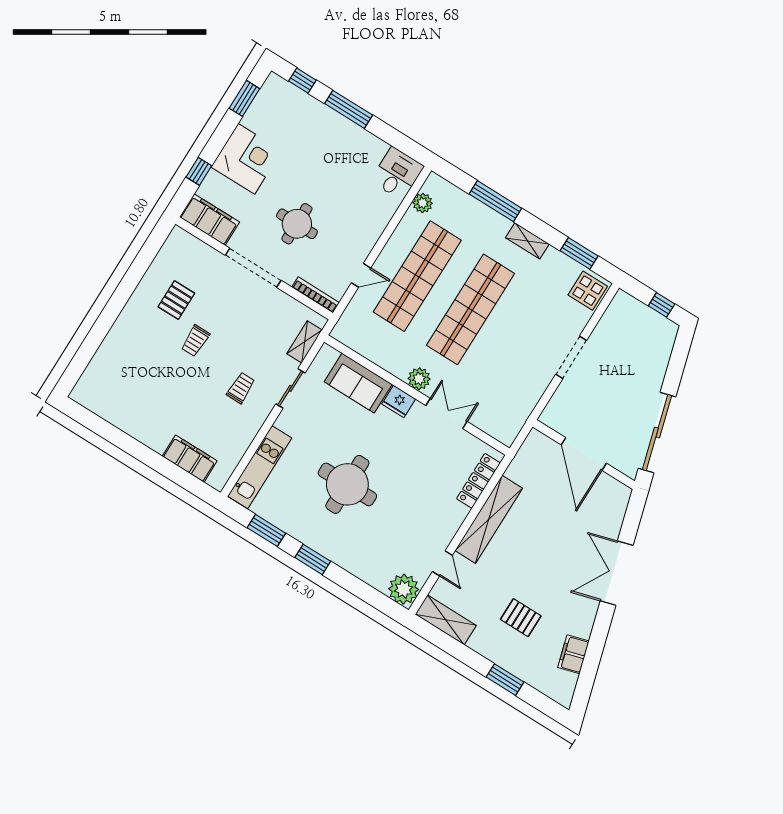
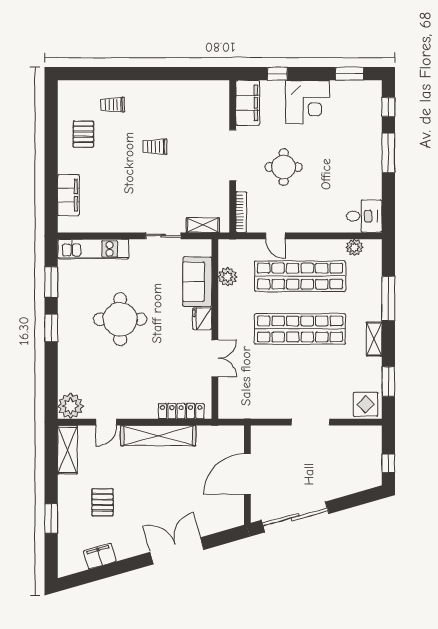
pallet: (176, 300) -> (83, 134), moved, turned 90
plant: (419, 379) -> (228, 277), moved
trolley: (241, 388) -> (113, 105), moved, turned 180

